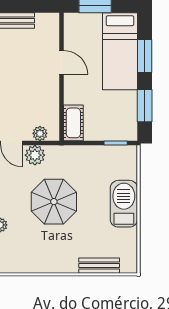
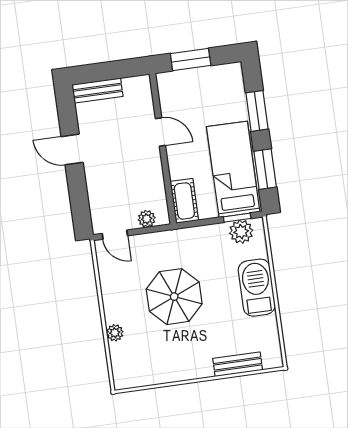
bed: (120, 51) -> (233, 169), moved, turned 180
plant: (35, 155) -> (241, 232), moved

